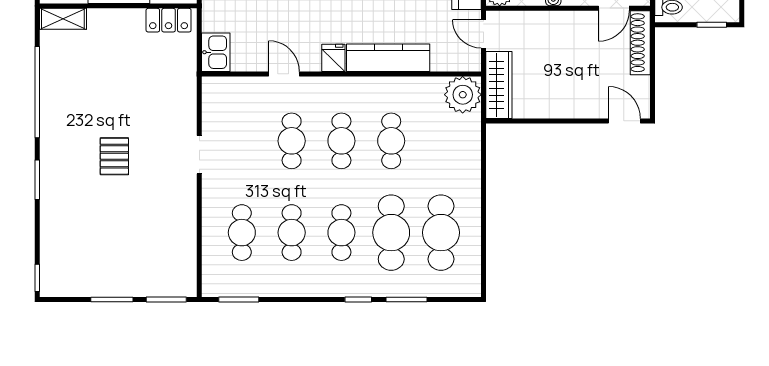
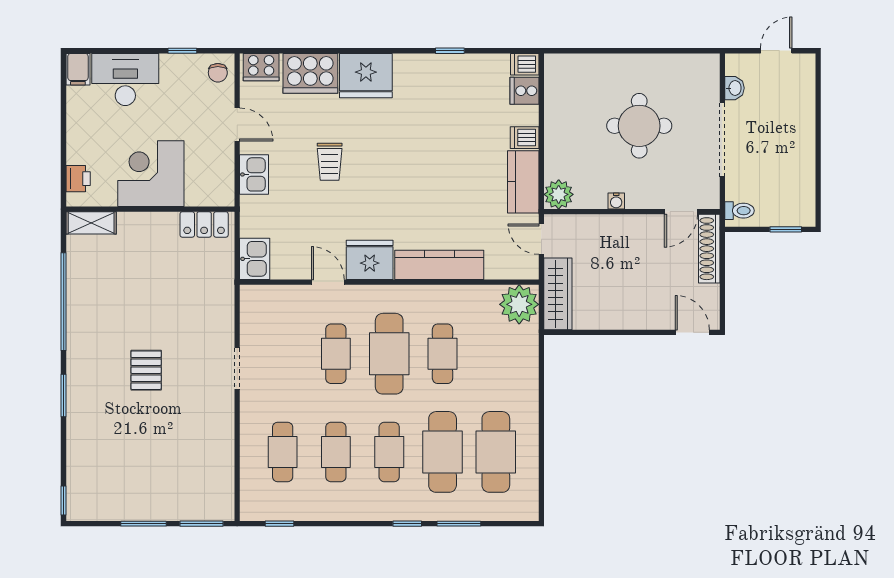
fridge: (333, 58) -> (370, 260), width x1.88, depth x1.34
cafe table: (341, 141) -> (389, 354), width x1.37, depth x1.35
window: (239, 299) -> (279, 524), width x0.67

